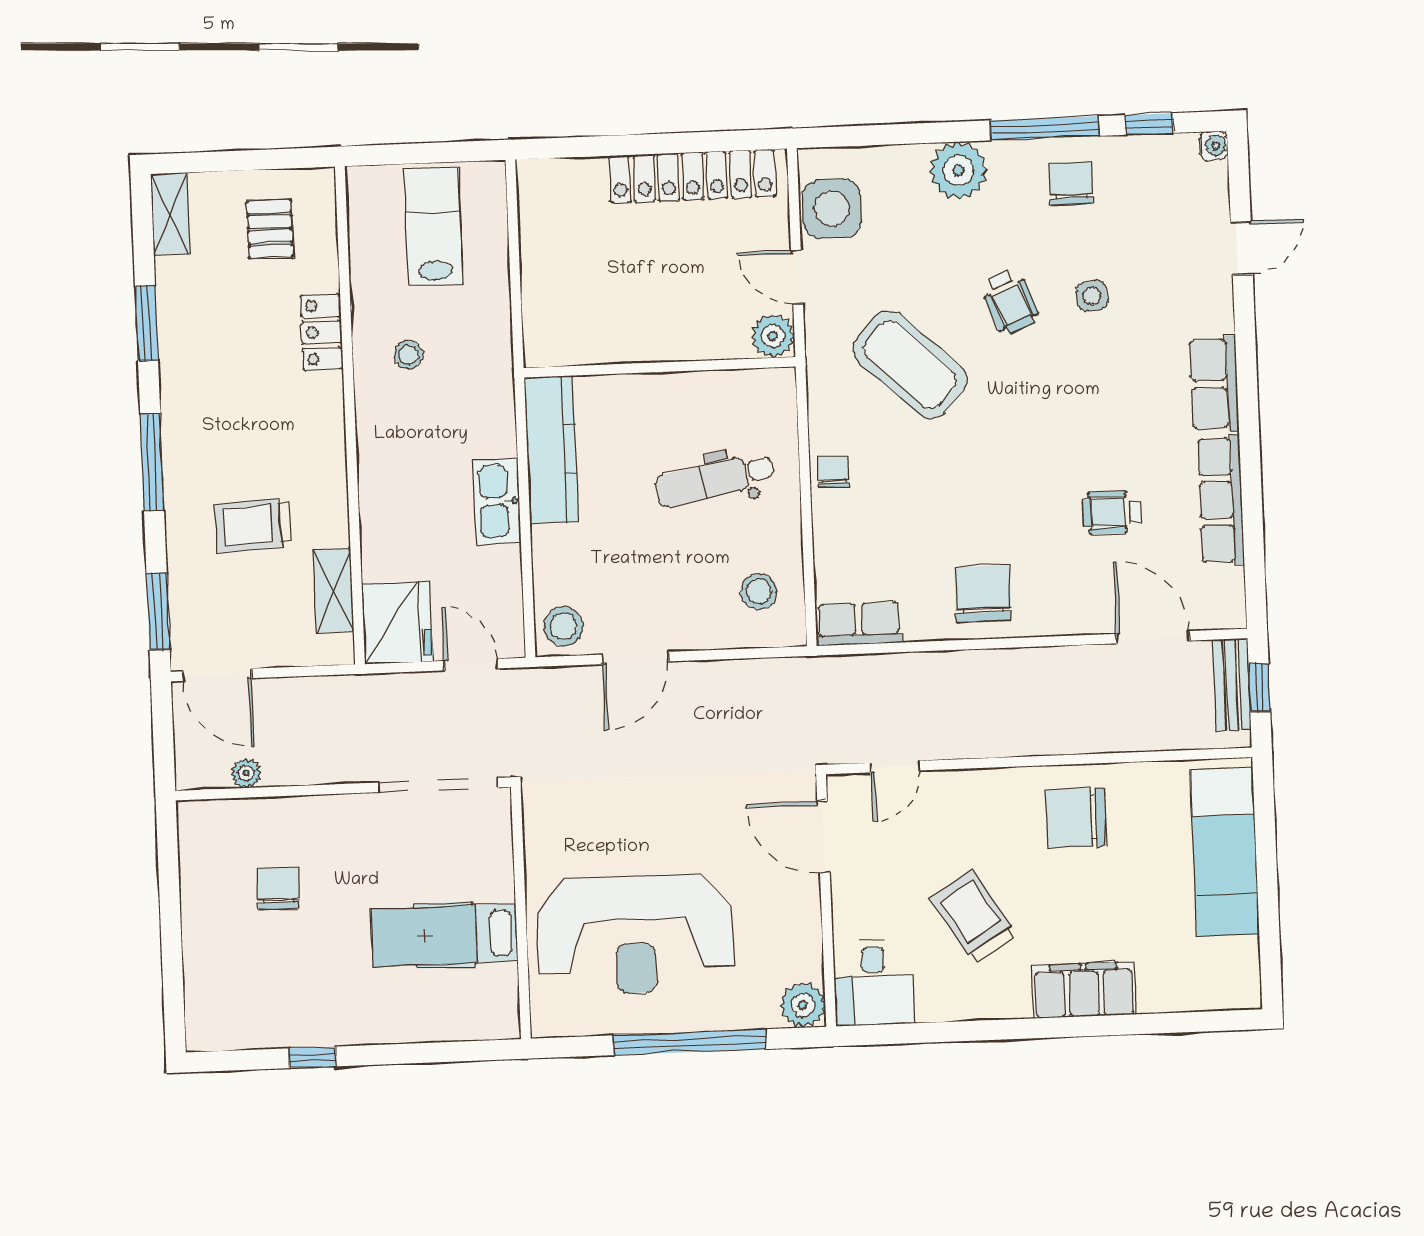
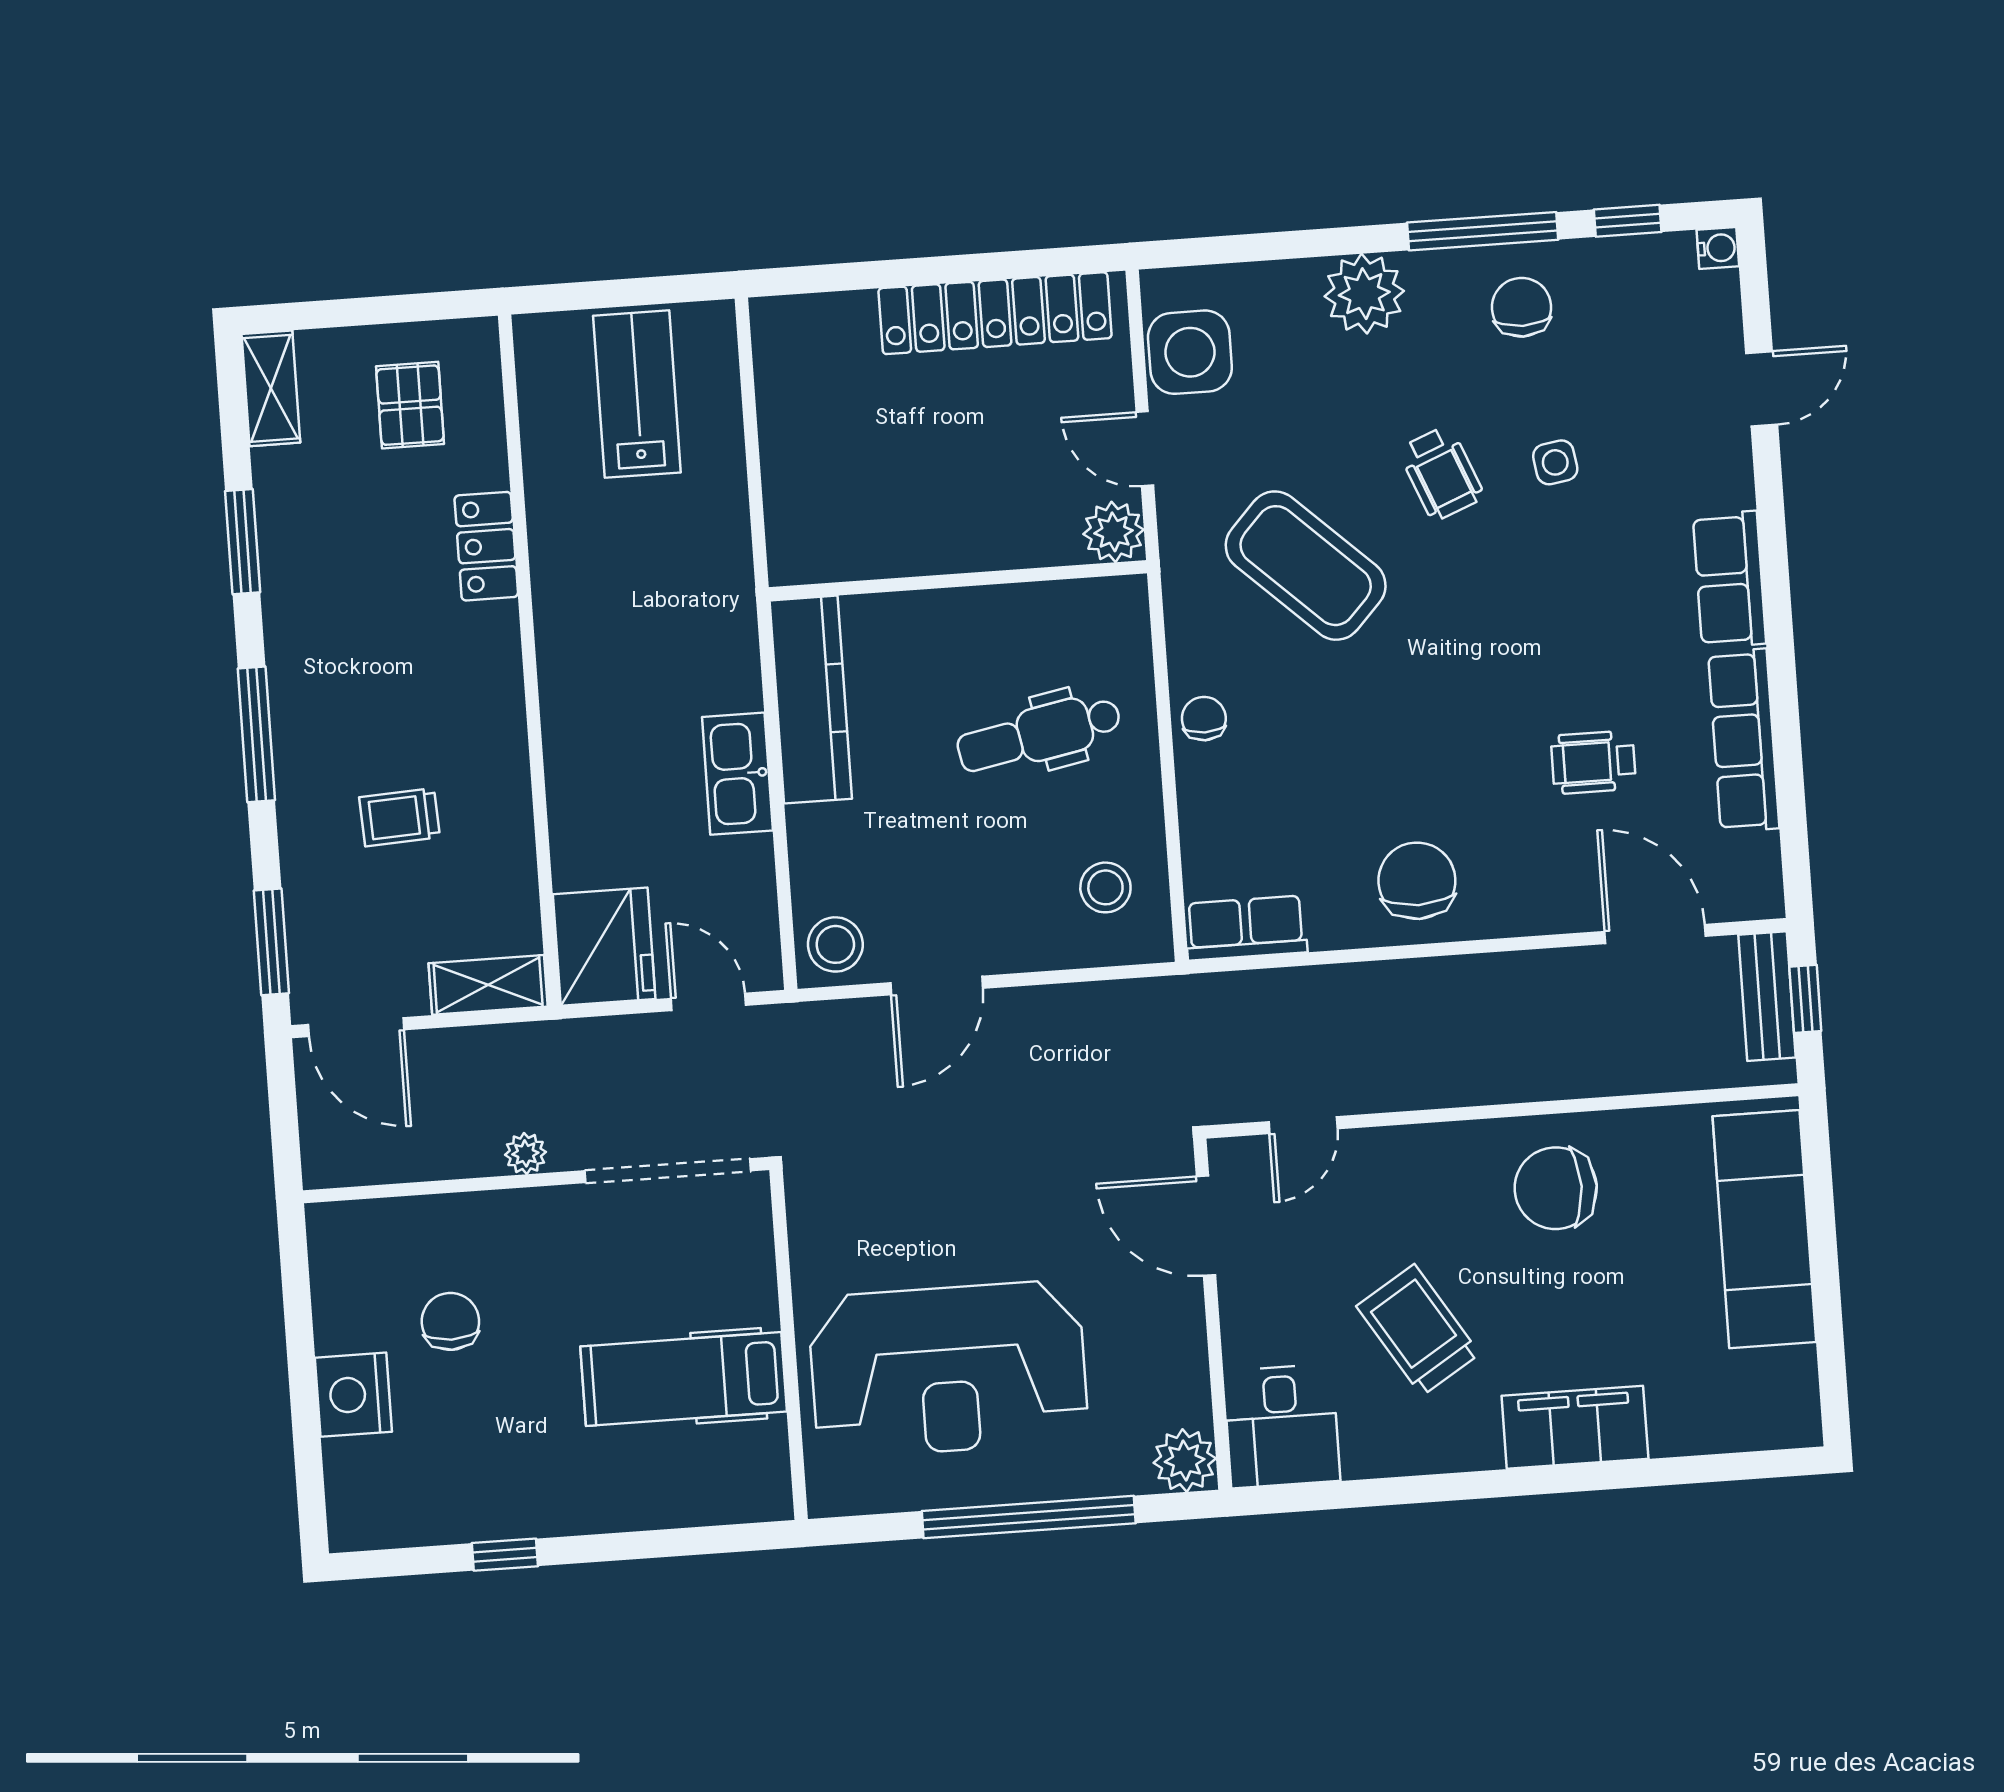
stool: (409, 355) -> (608, 574), removed
trolley: (253, 525) -> (400, 817), width x0.73, depth x0.72
shelving: (334, 591) -> (488, 985), moved, turned 90
plant: (246, 773) -> (525, 1153), moved
nightstand: (207, 939) -> (353, 1395), added

